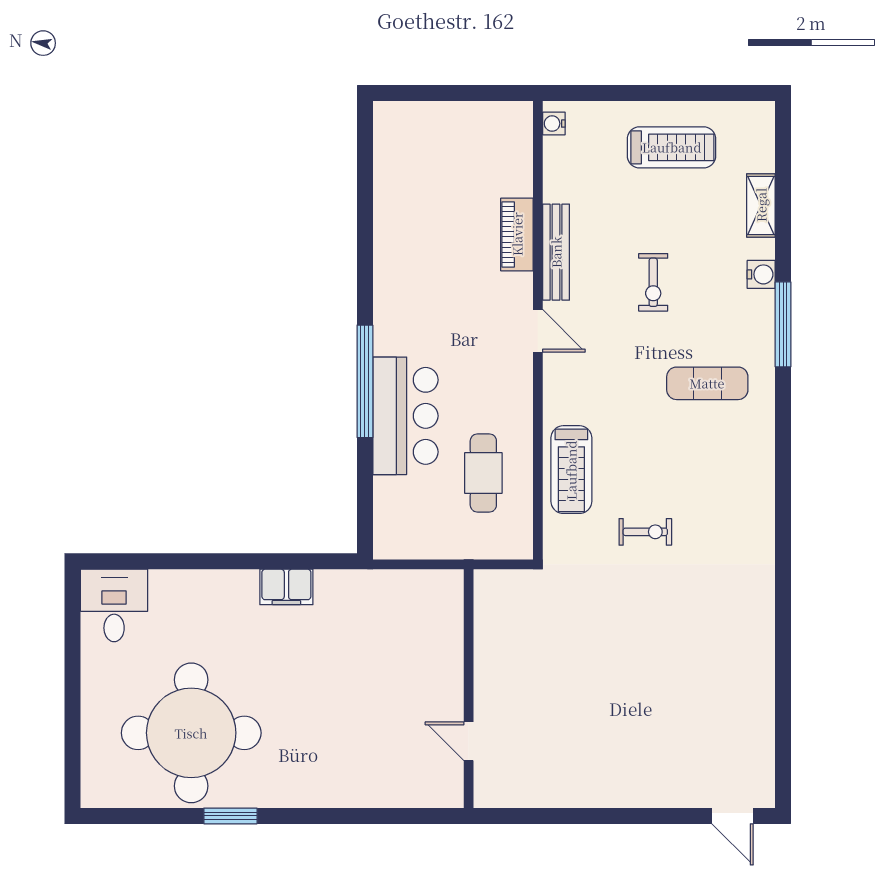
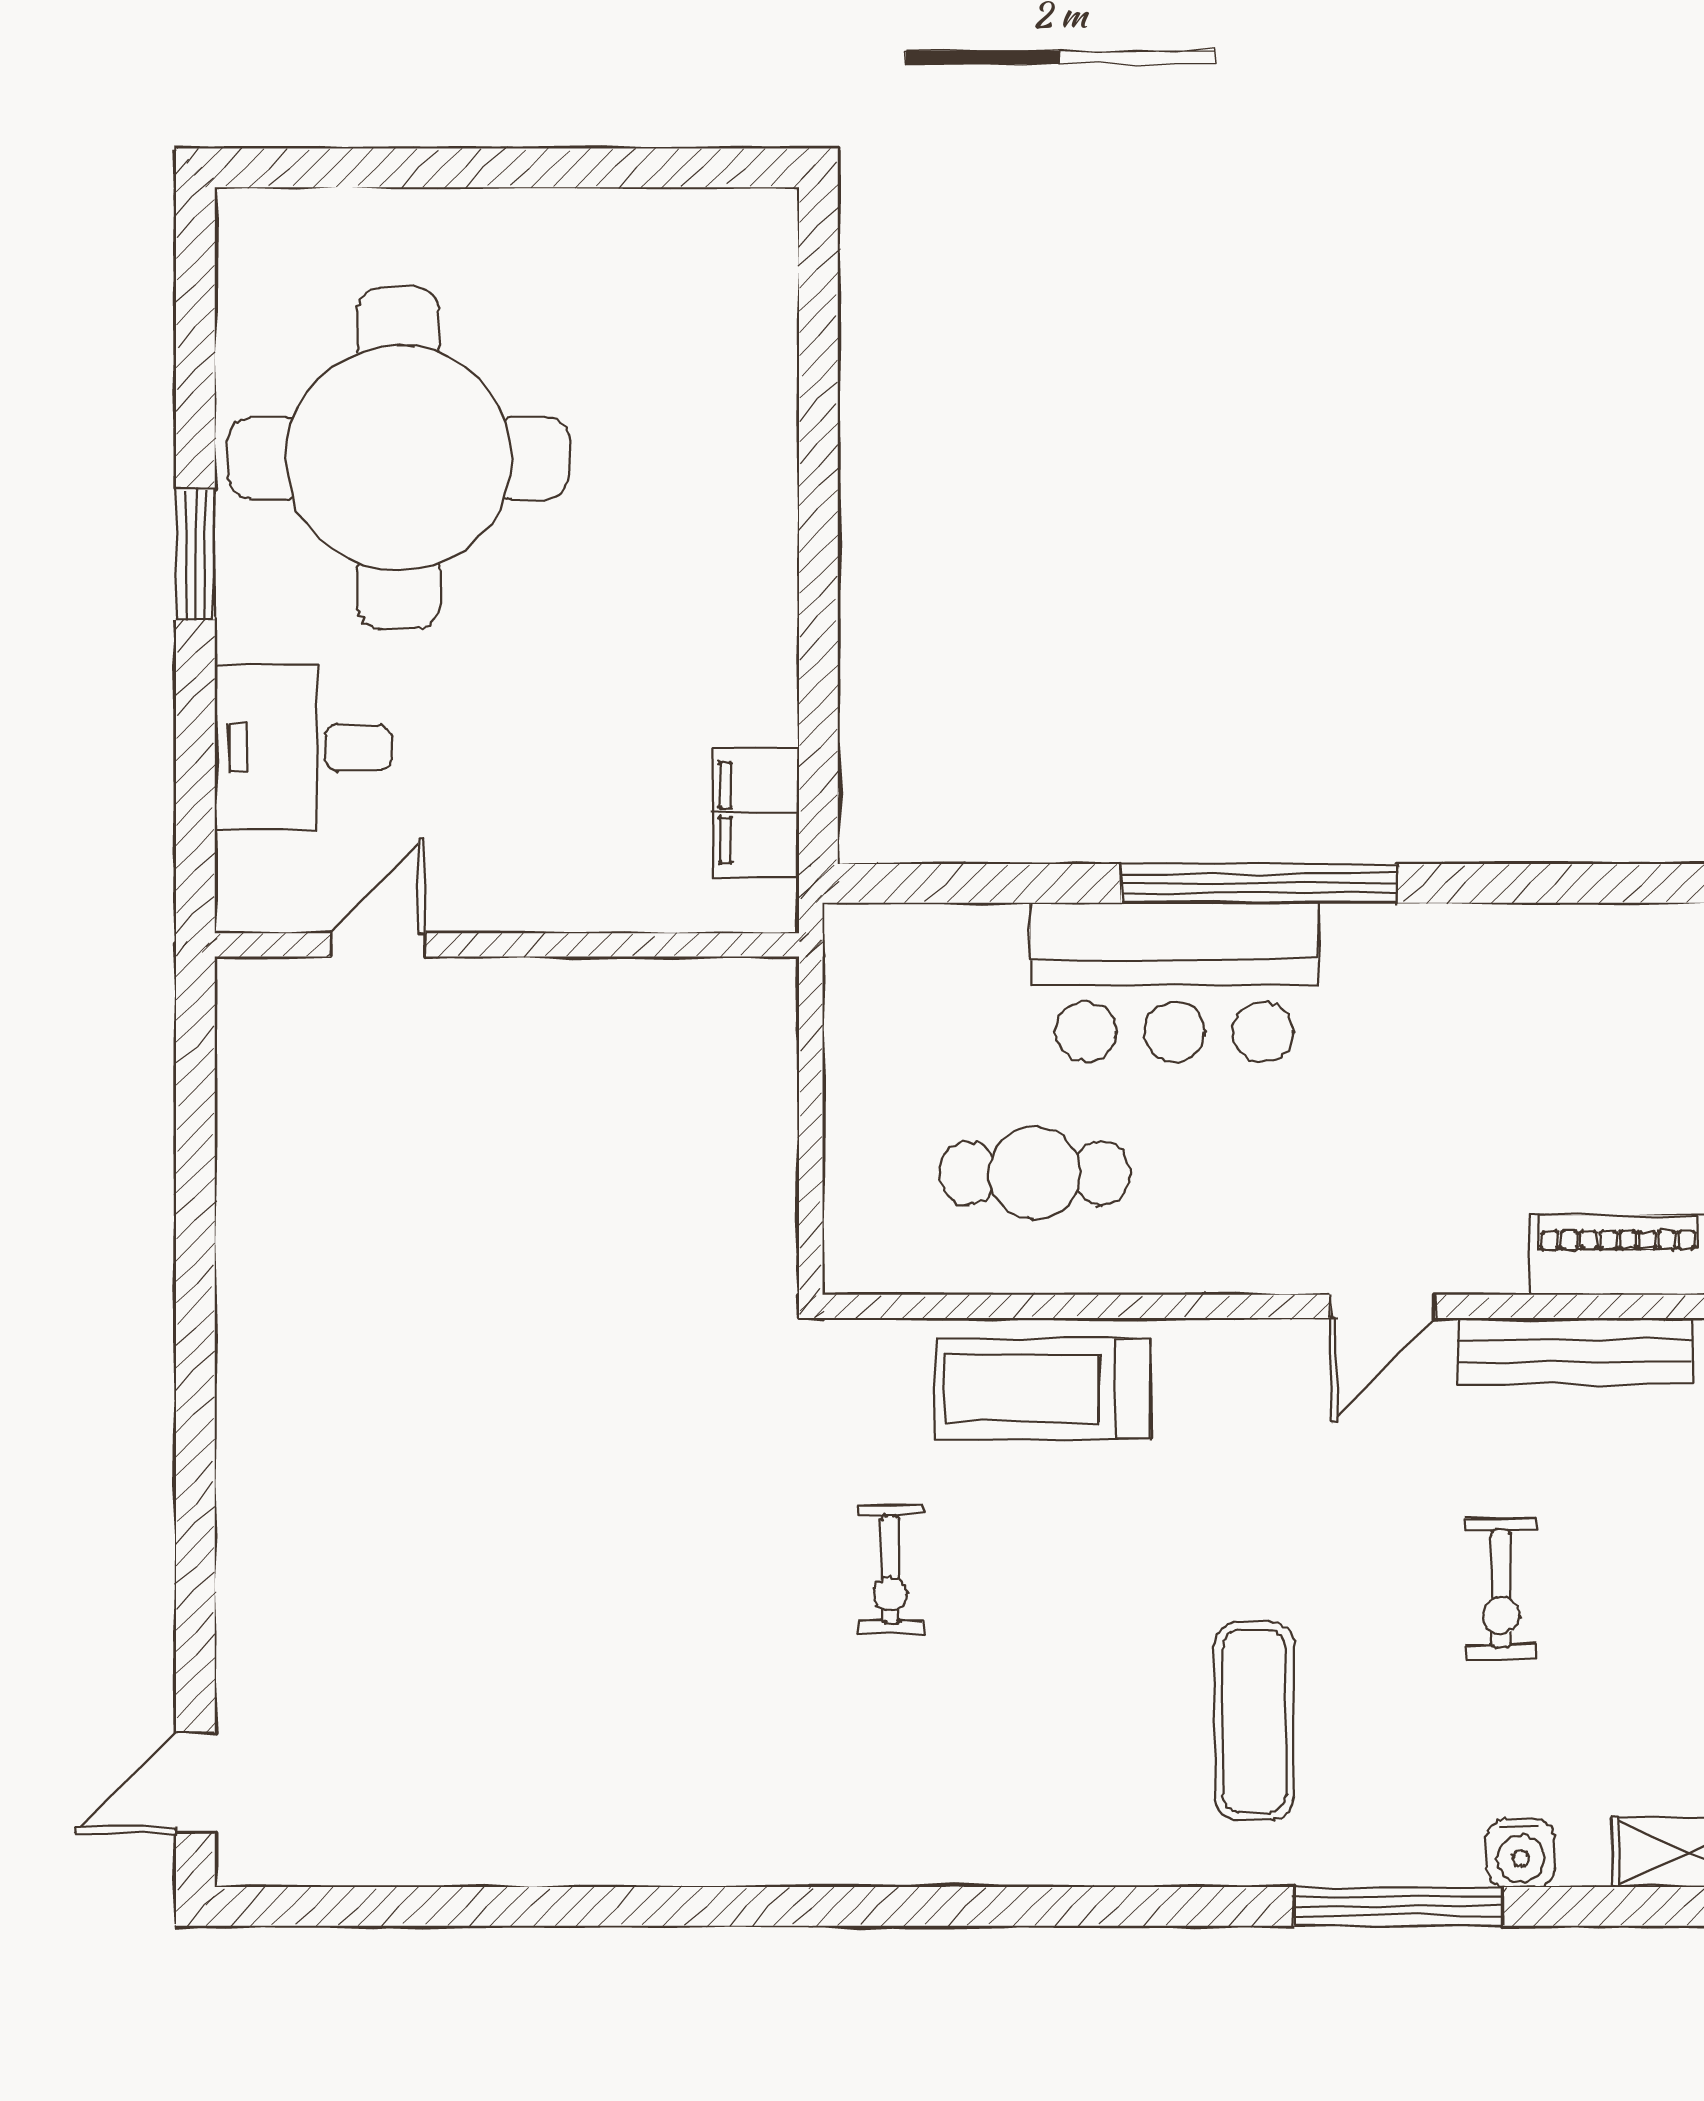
exercise bike: (653, 282) -> (1501, 1589), turned -90
filing cabinet: (286, 587) -> (756, 813), moved
desk: (114, 605) -> (303, 747), moved, turned 180
wall: (469, 689) -> (507, 945), moved
door: (469, 741) -> (378, 945), moved

